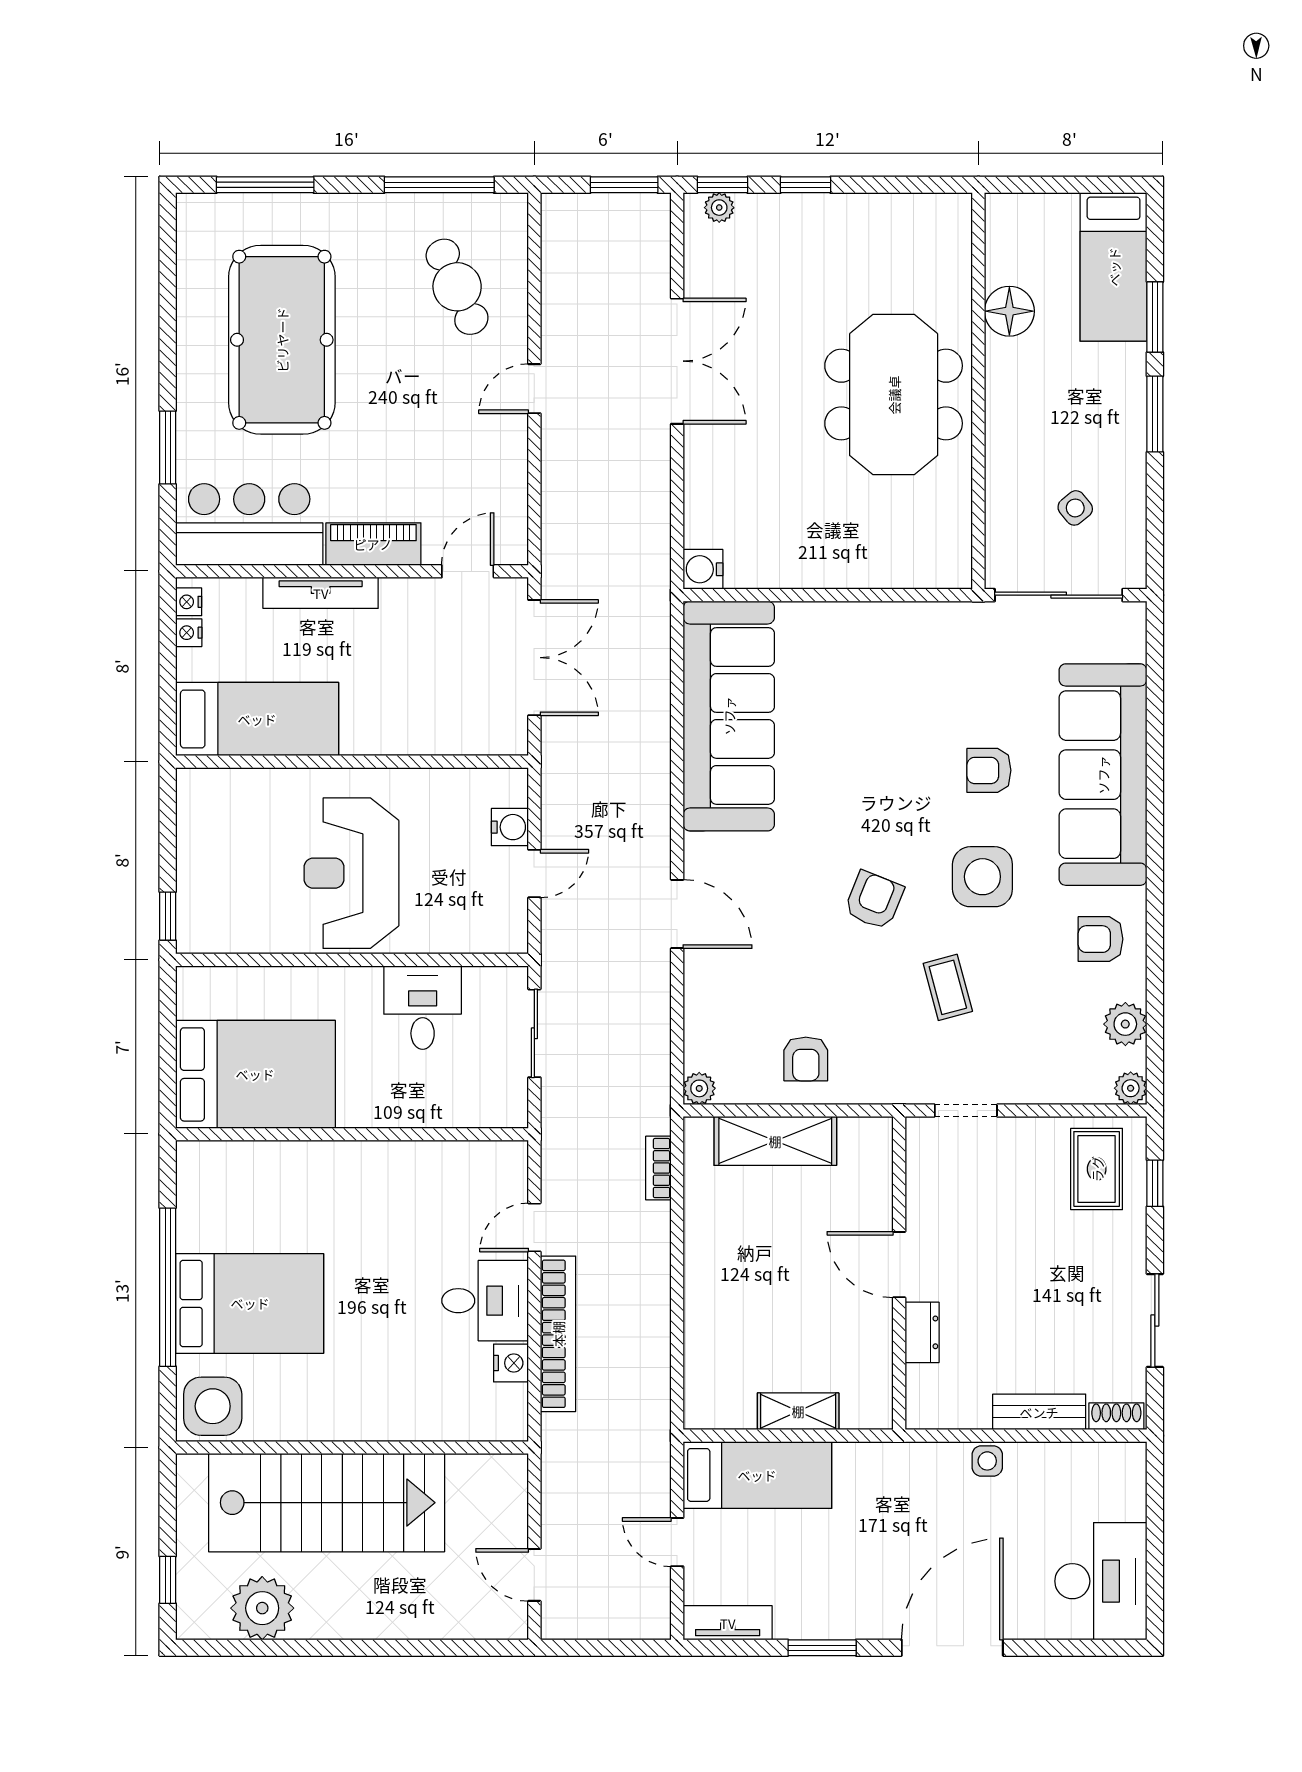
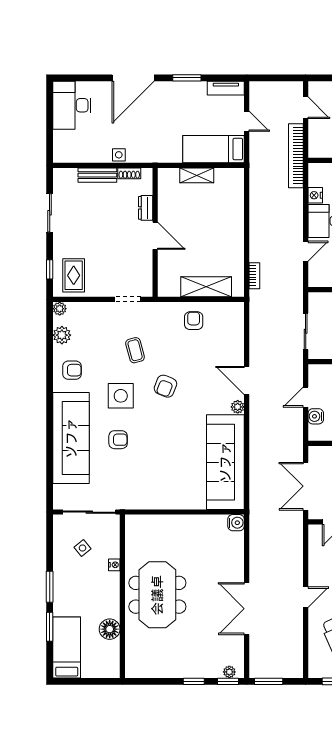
nightstand: (998, 467) -> (114, 565), added
plant: (699, 1088) -> (238, 407), moved
bookcase: (558, 1334) -> (296, 156), moved
shoe rack: (1116, 1416) -> (129, 173), moved

